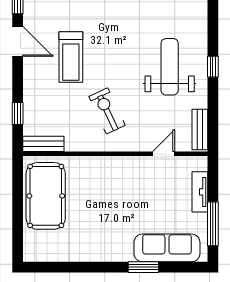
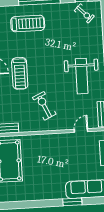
weight bench: (170, 67) -> (82, 76), turned 180

